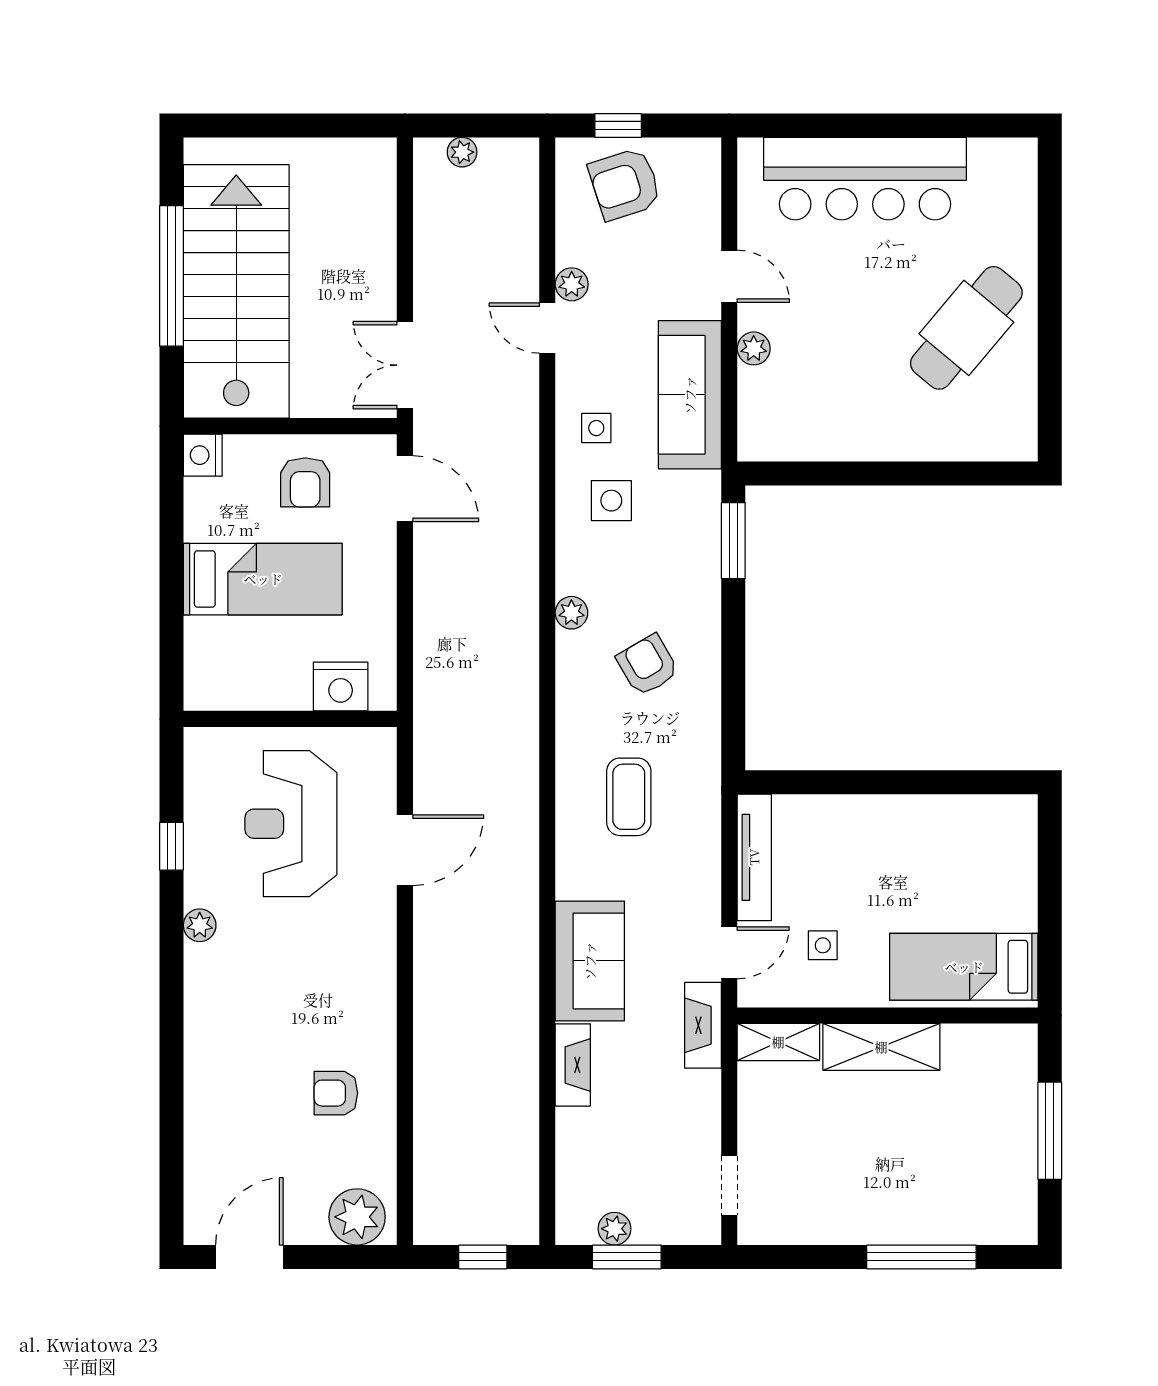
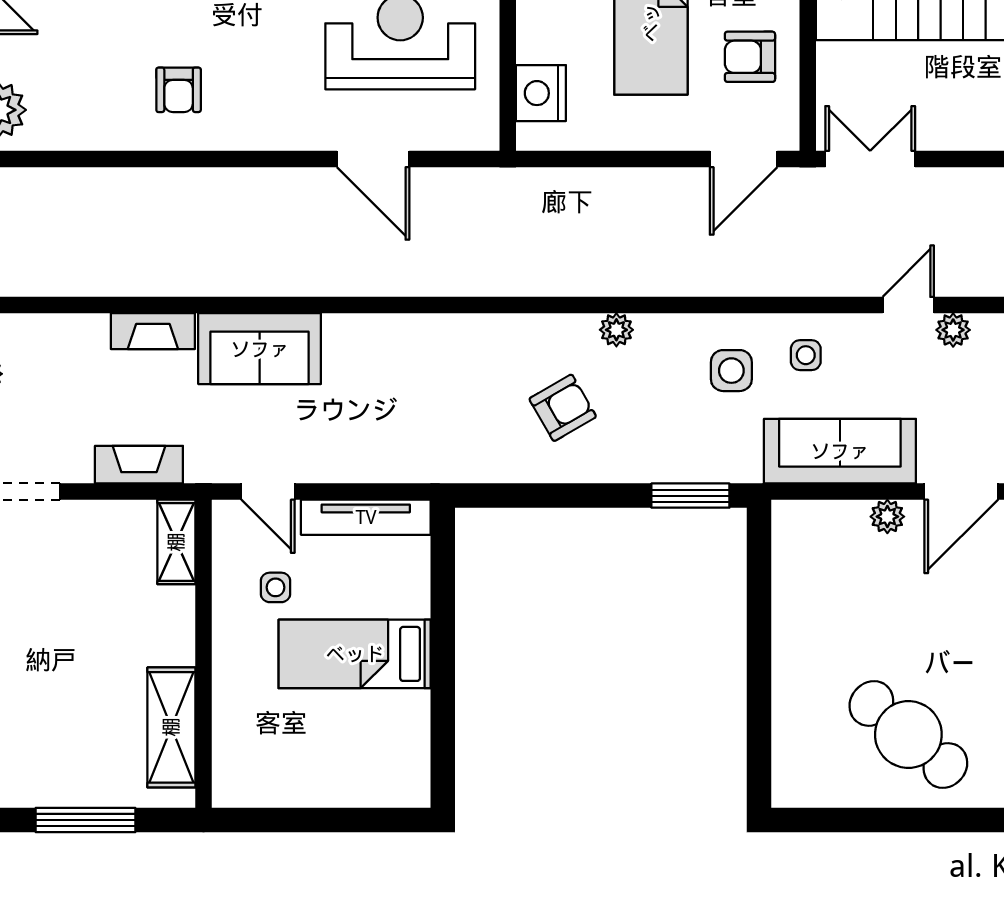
door: (729, 276) -> (961, 492), width x1.38
coffee table: (629, 797) -> (428, 388), removed
bed: (964, 967) -> (355, 654), moved, turned -90
fireplace: (703, 1025) -> (139, 465), moved
shelving: (881, 1047) -> (171, 727), moved
armchair: (336, 1093) -> (179, 90), moved, turned 180

